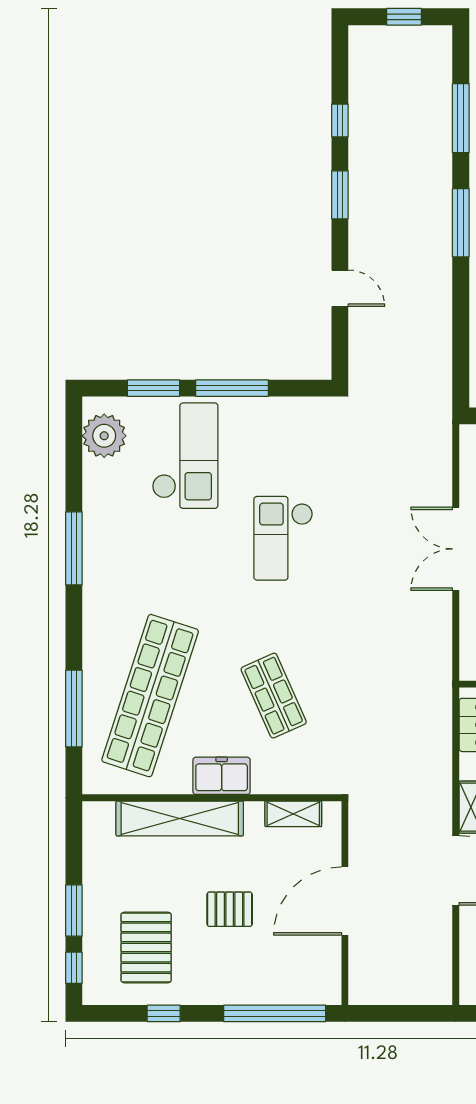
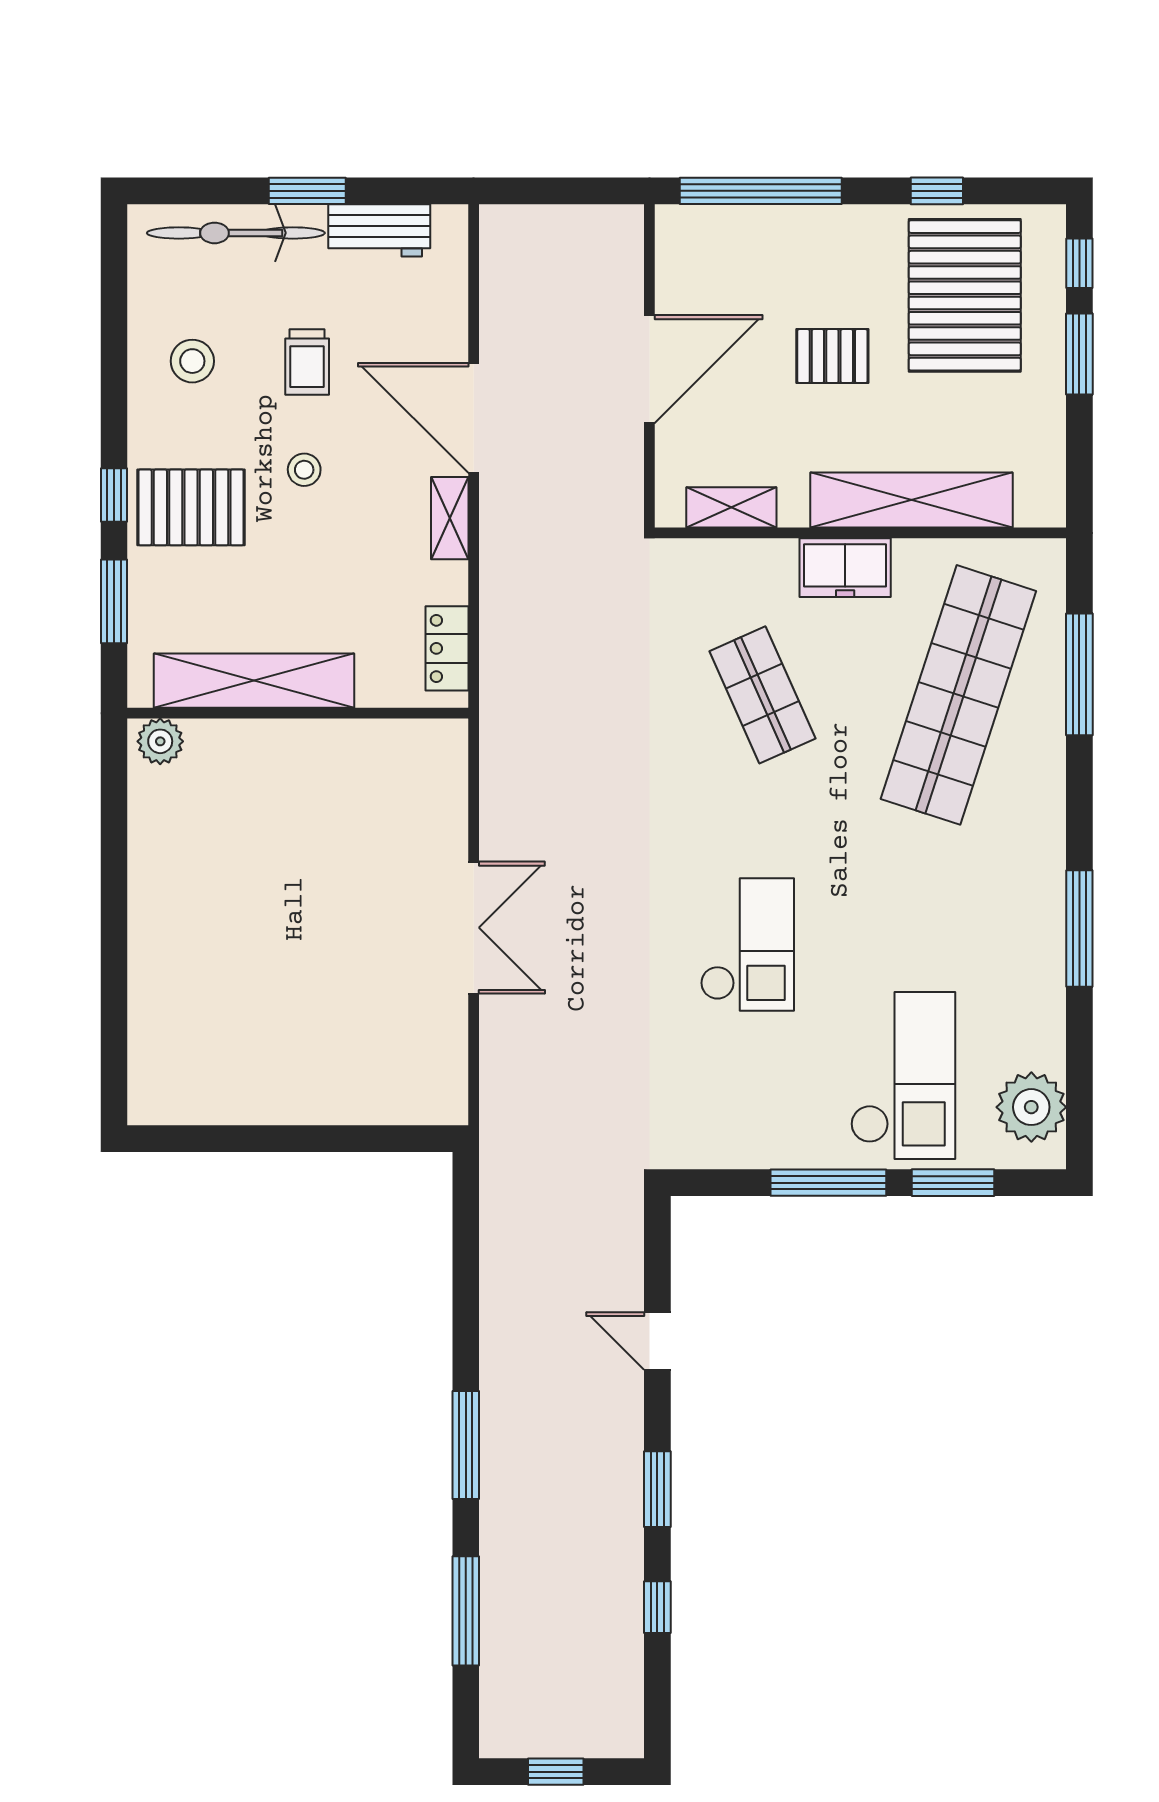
checkout: (185, 456) -> (903, 1076), turned 180
pallet: (146, 948) -> (965, 295), width x1.37, depth x1.41

